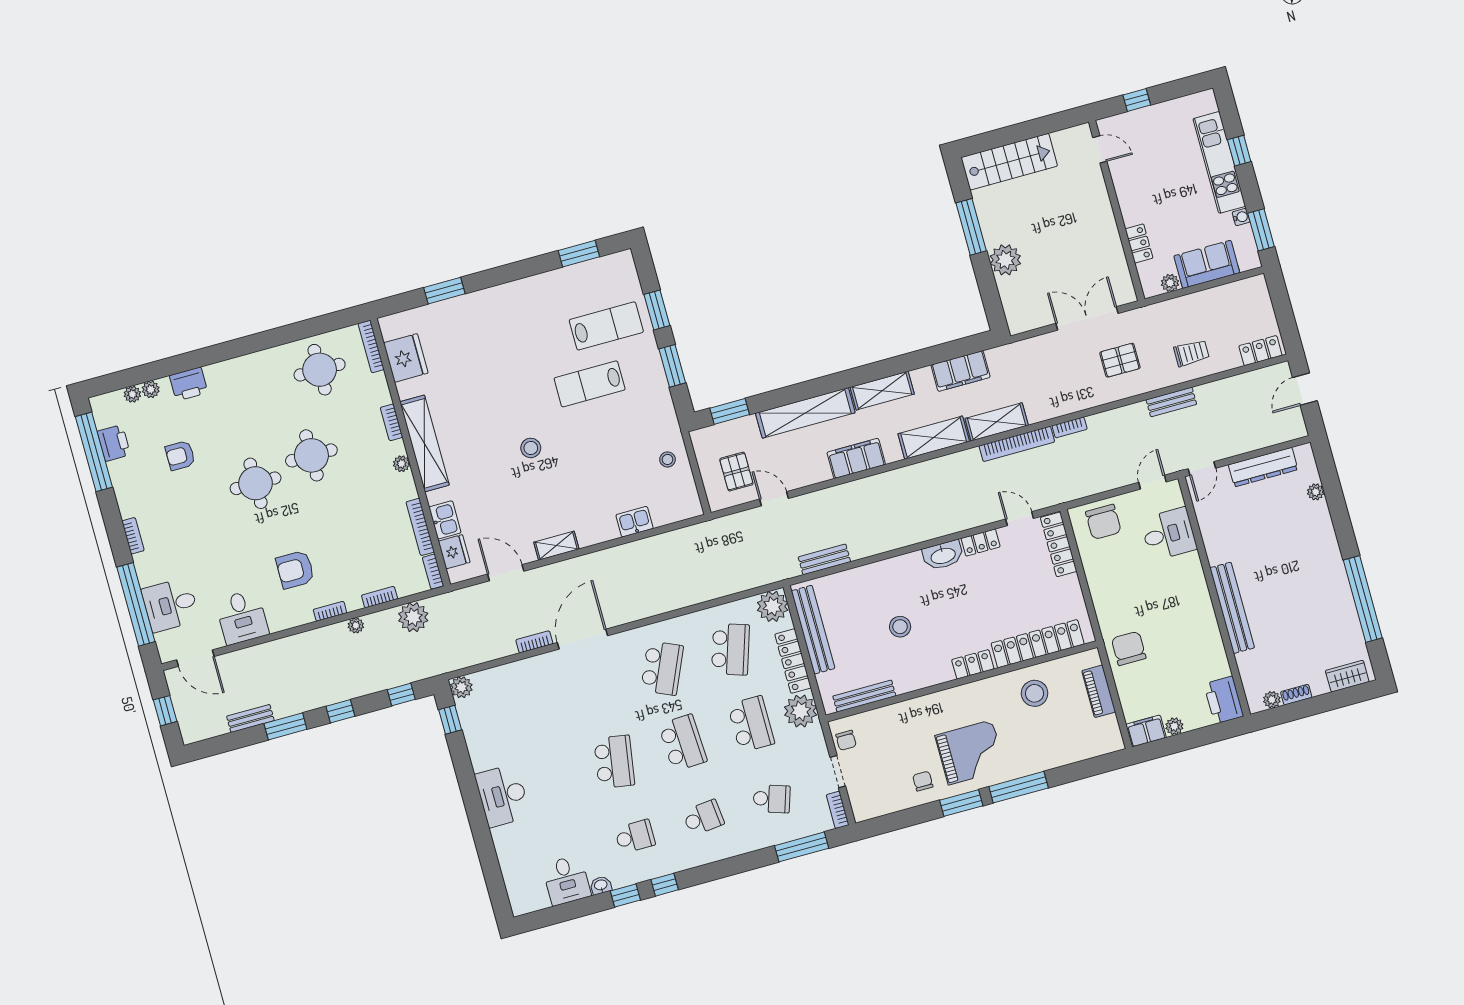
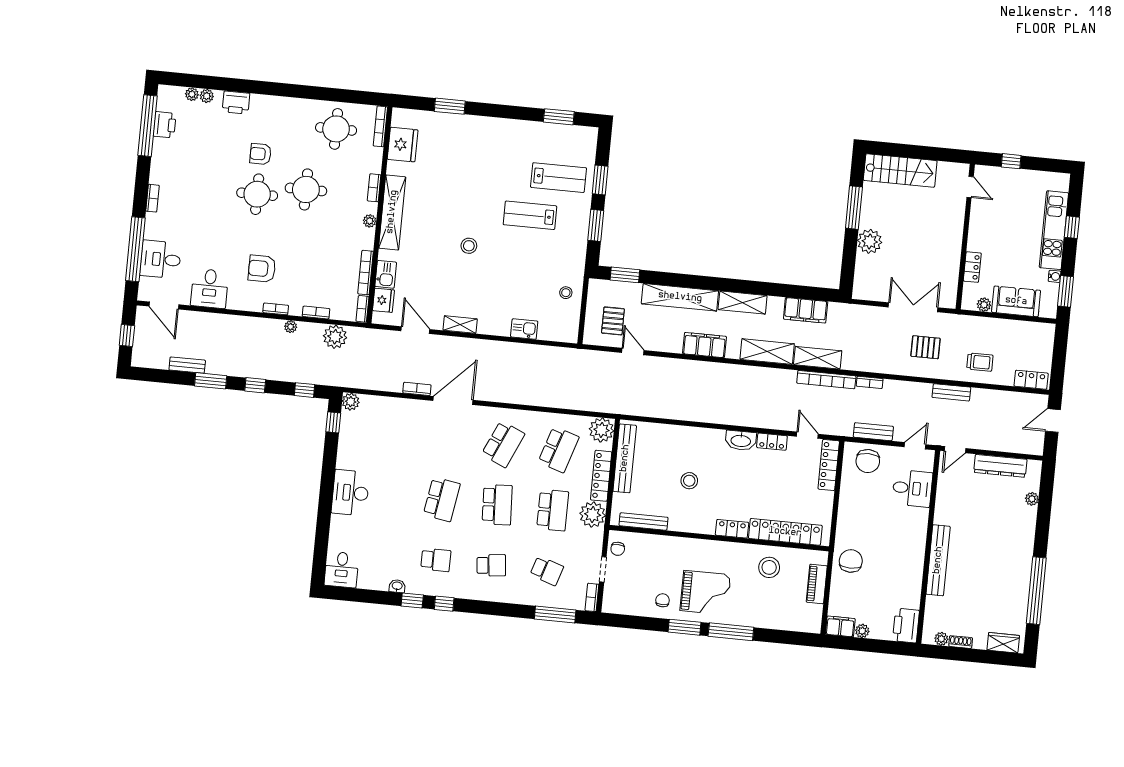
armchair: (180, 455) -> (261, 154), moved
bench: (824, 559) -> (873, 432), moved
desk: (566, 880) -> (342, 570), moved

